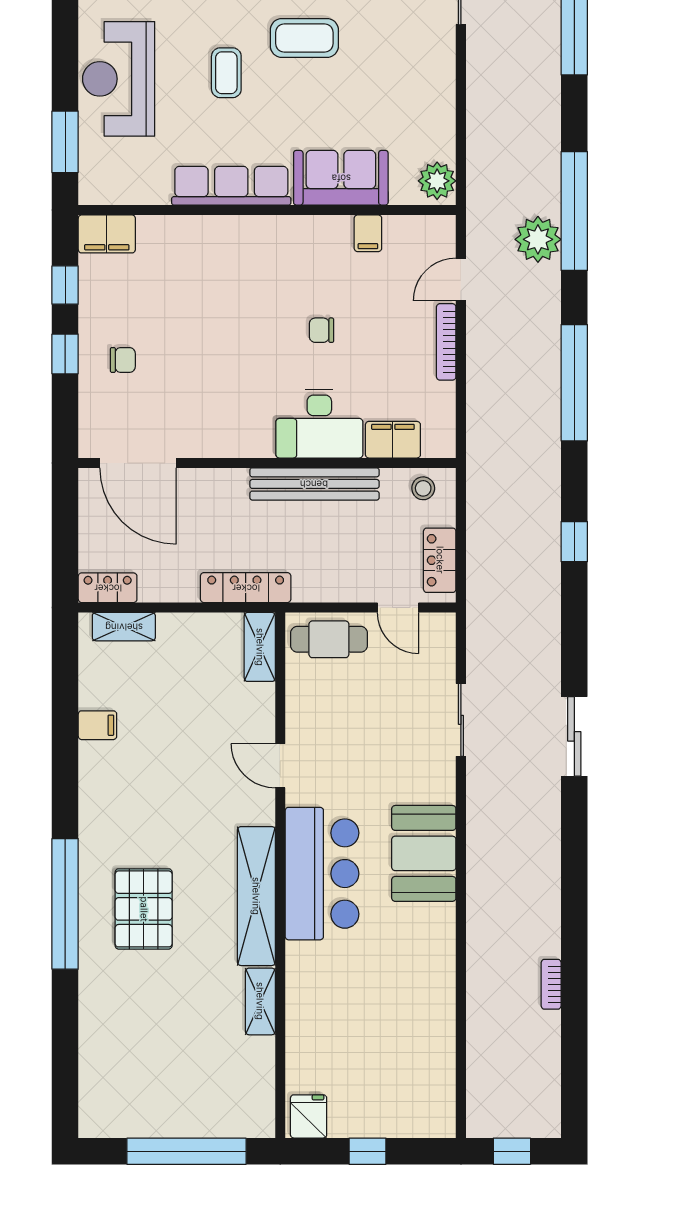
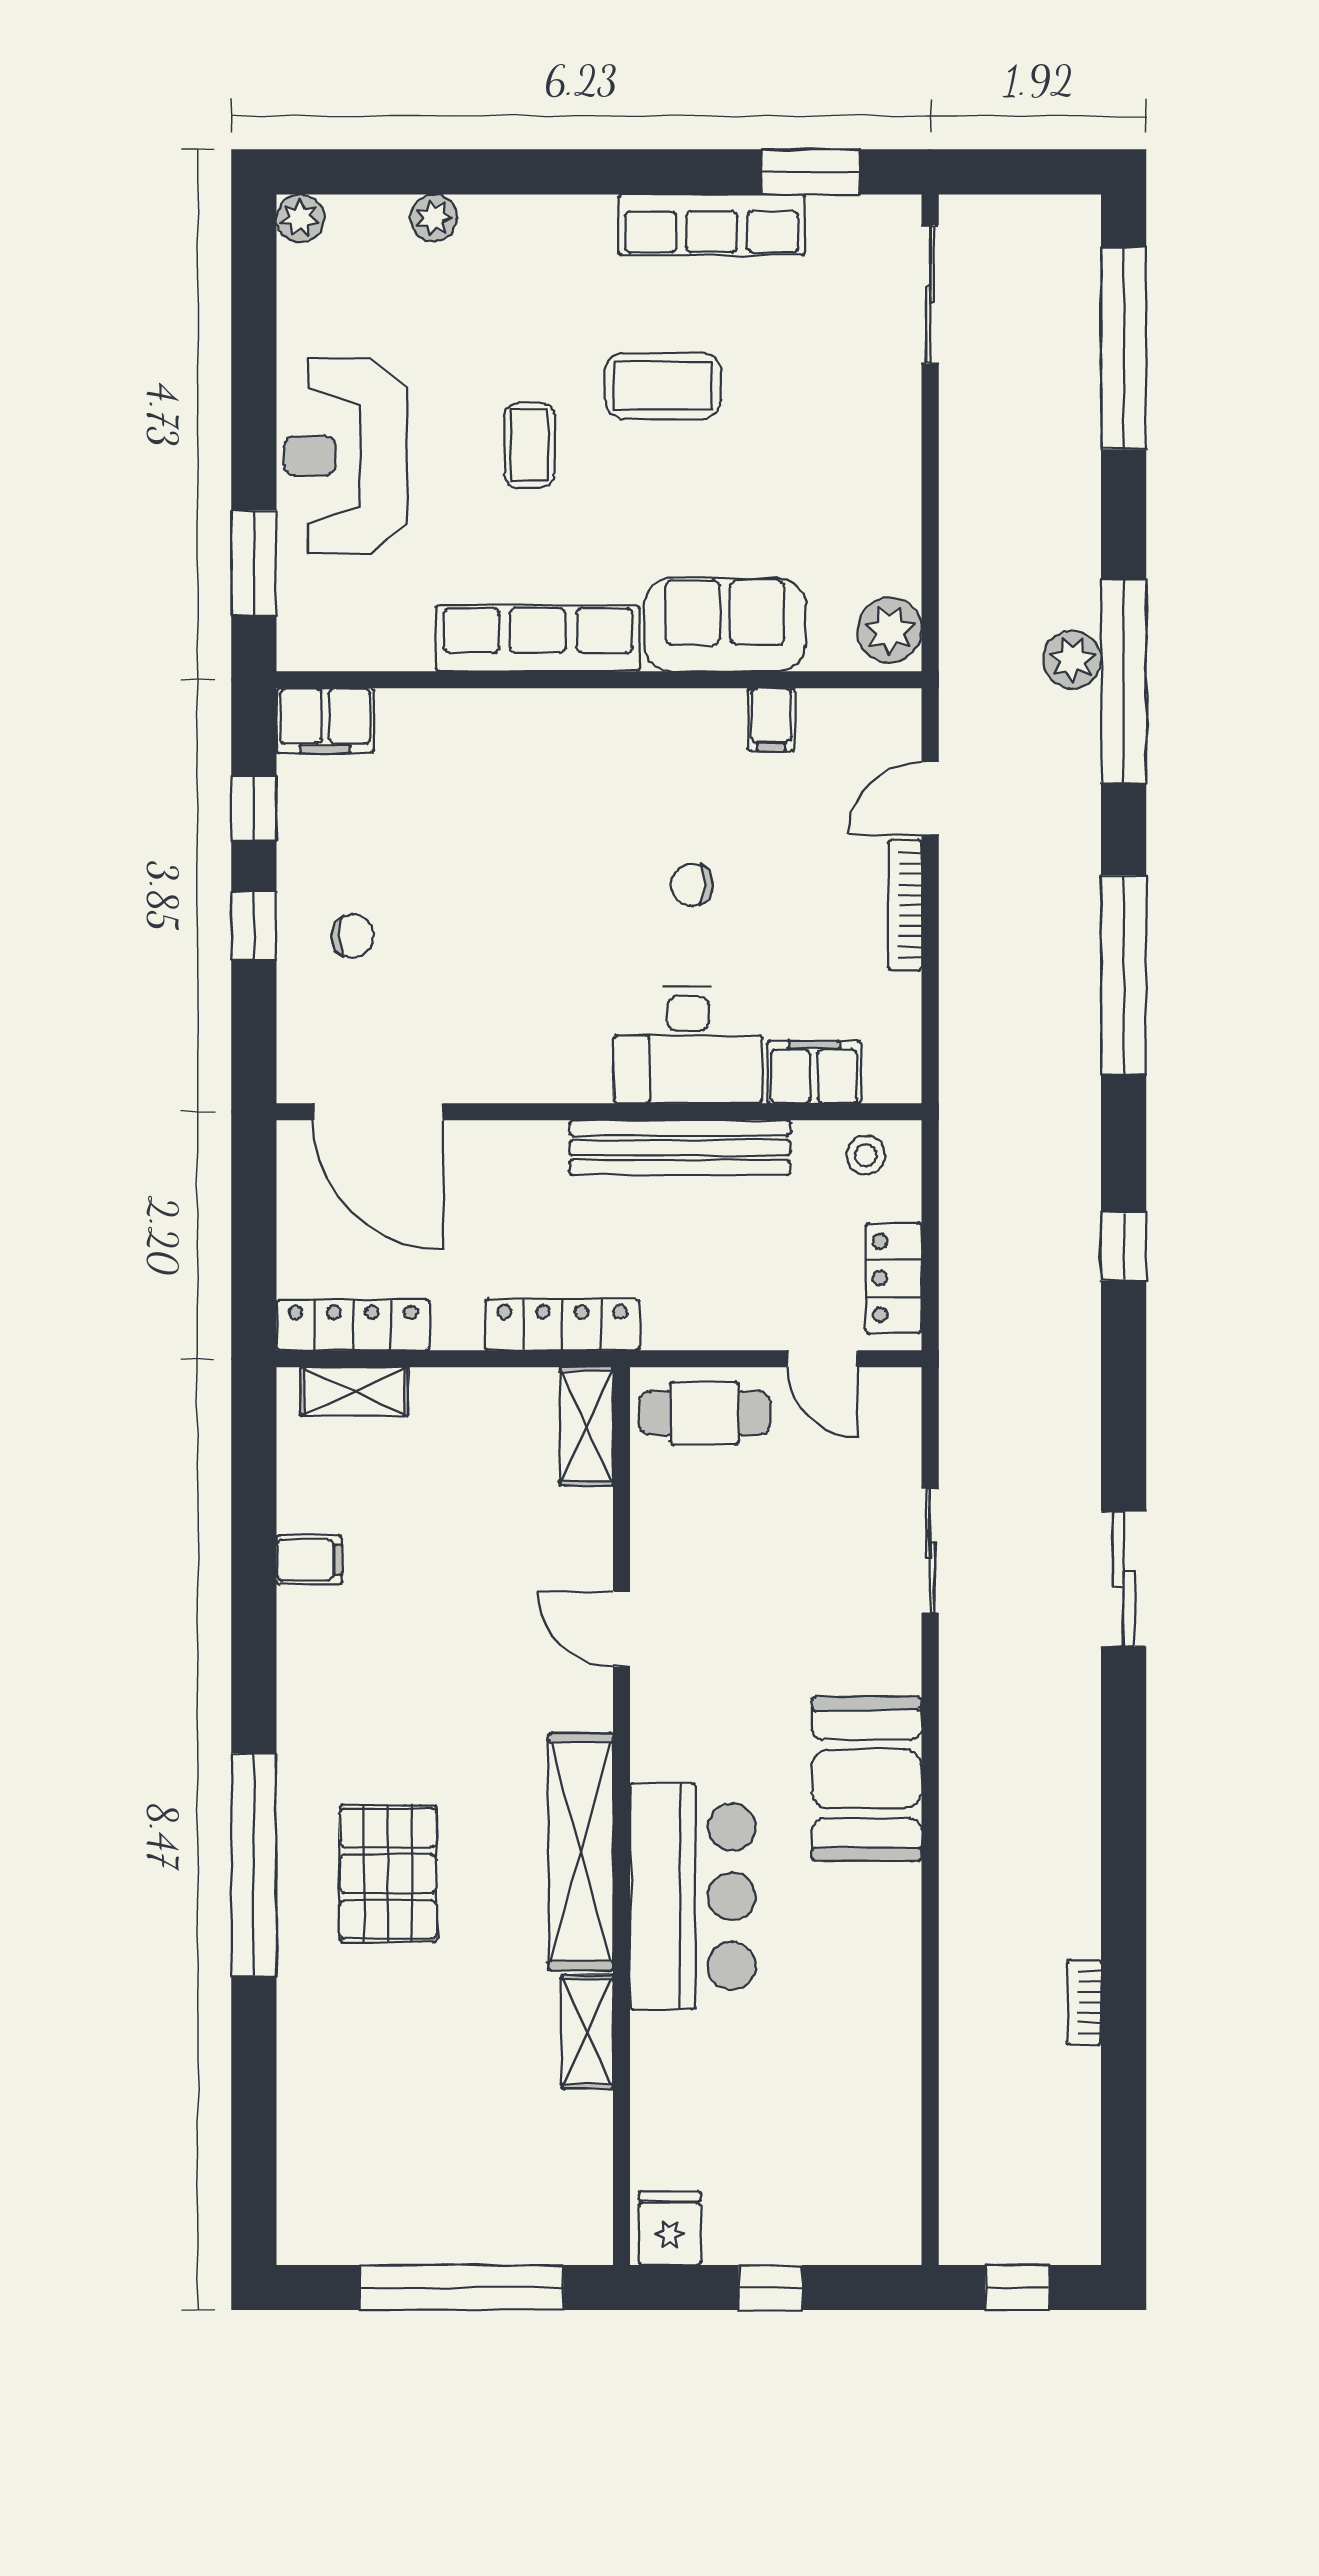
plant: (538, 239) -> (1072, 659), moved, width x0.73, depth x0.73
locker: (108, 588) -> (353, 1325), width x1.53
bar counter: (322, 874) -> (693, 1896), moved

